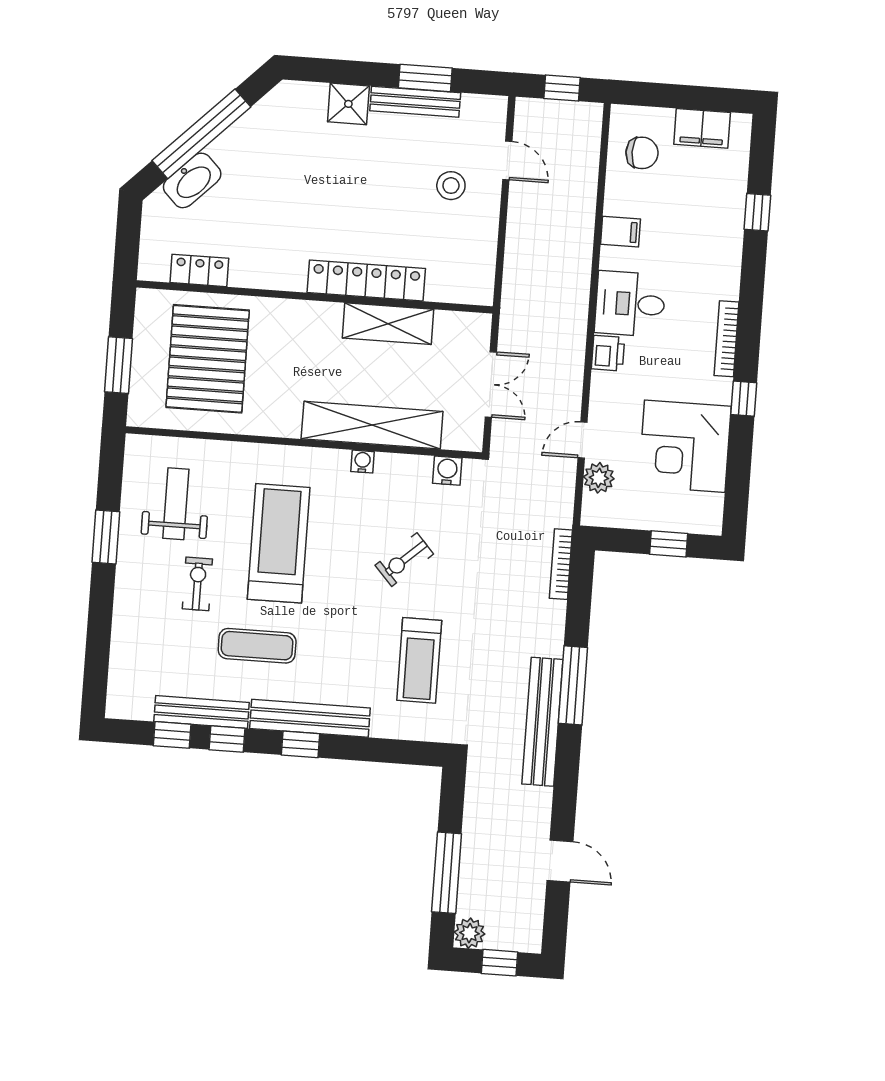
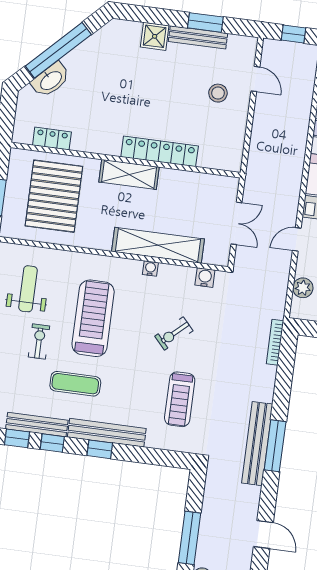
shelving: (388, 324) -> (129, 174), moved
door: (583, 440) -> (297, 239), moved
window: (573, 685) -> (275, 446), moved

